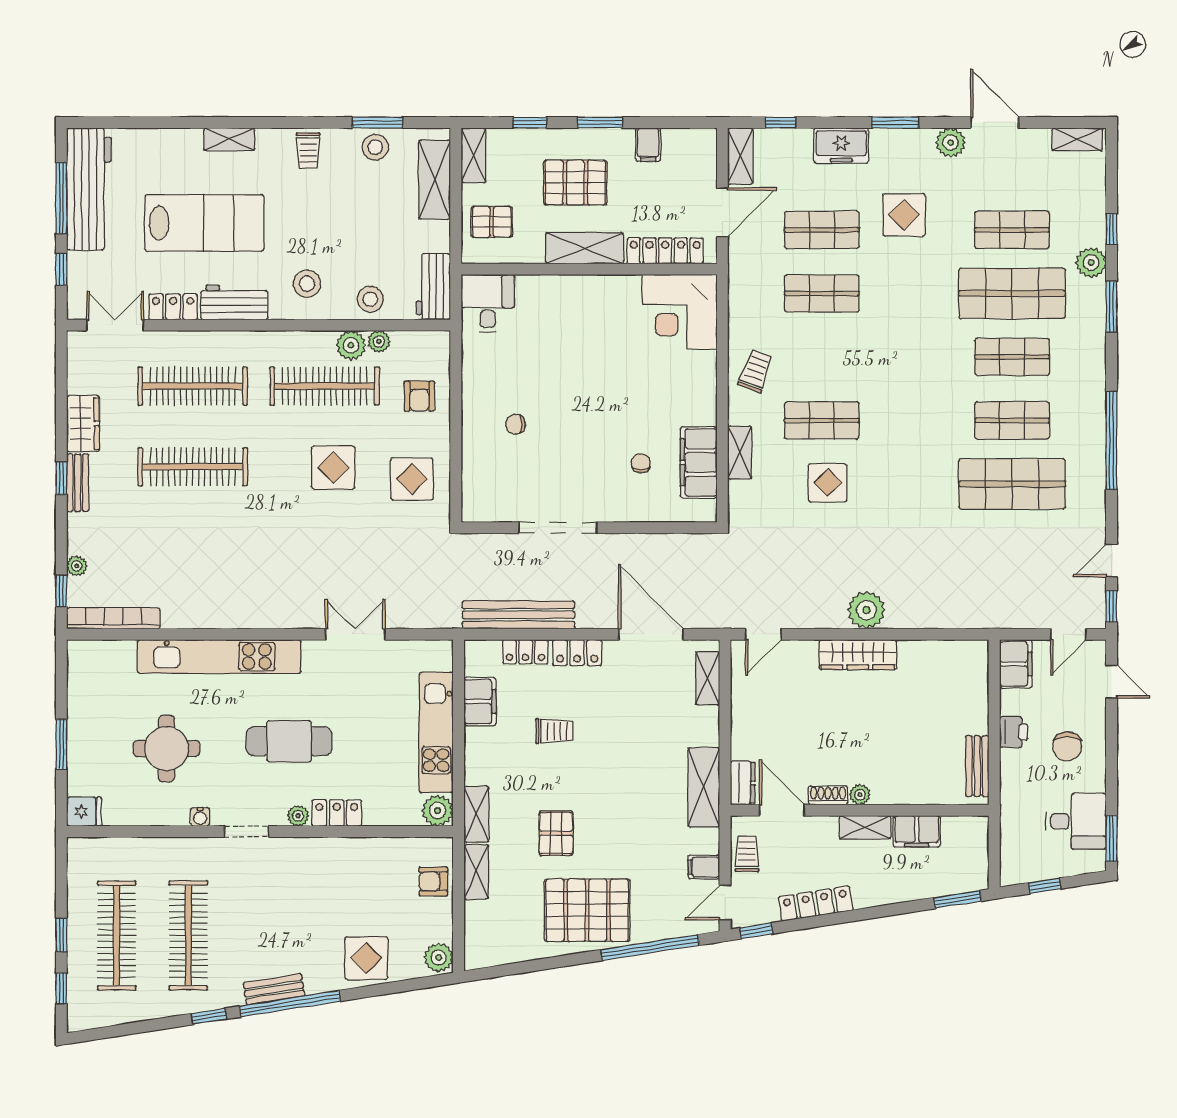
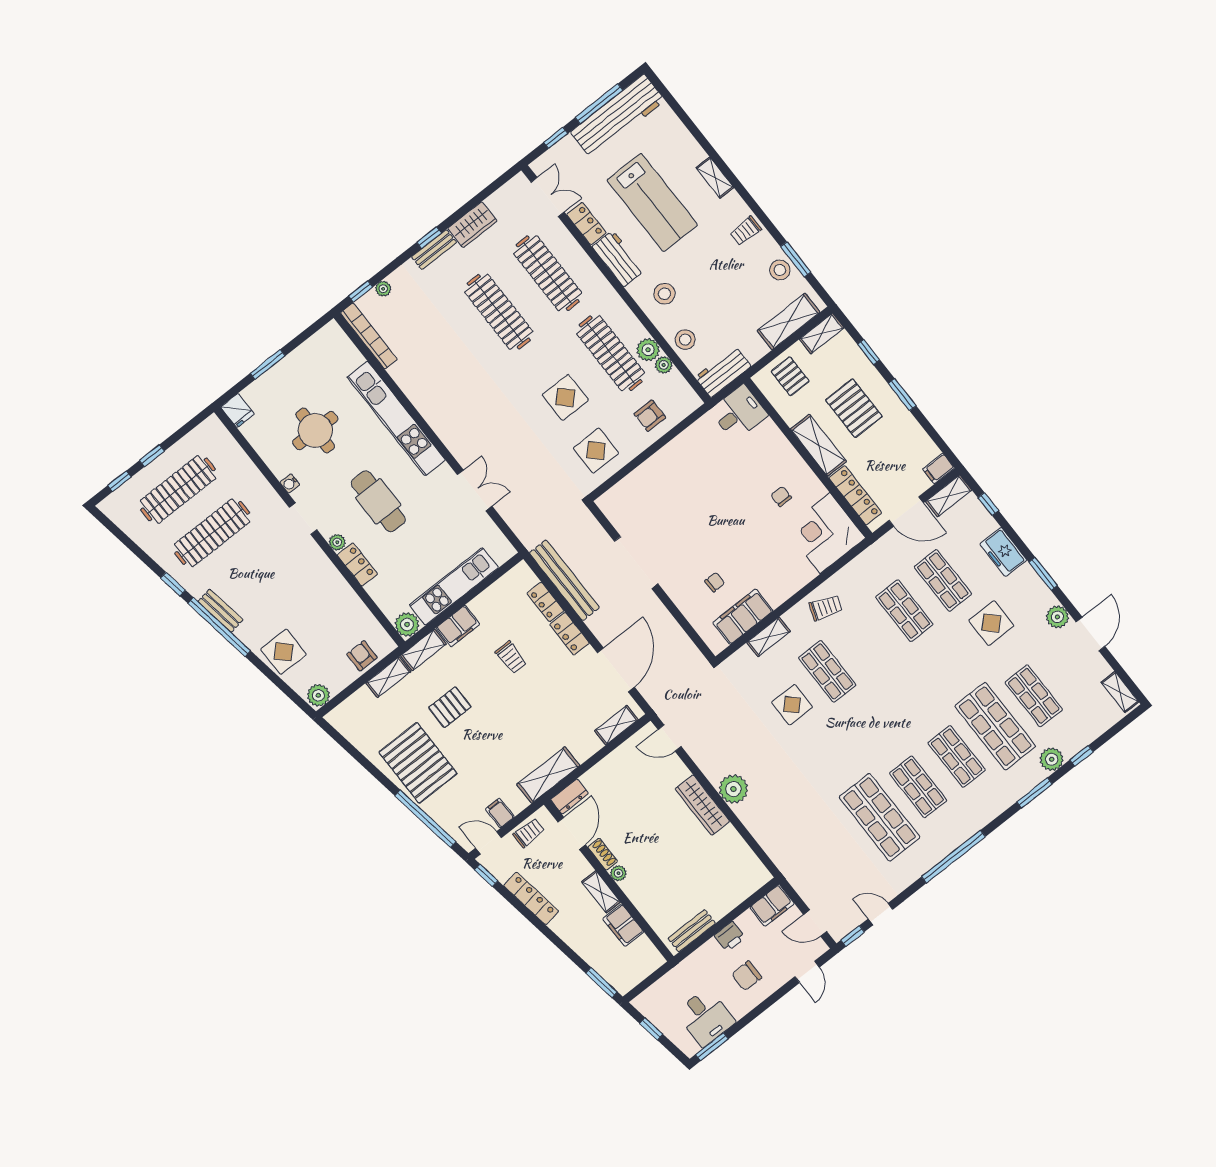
filing cabinet: (648, 145) -> (938, 468), moved
chair: (516, 424) -> (781, 496), moved
filing cabinet: (480, 702) -> (458, 626), moved

